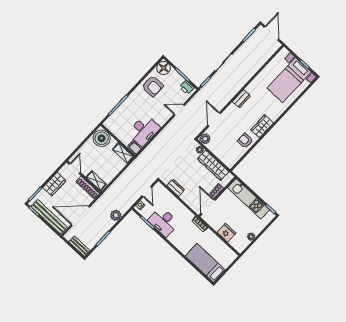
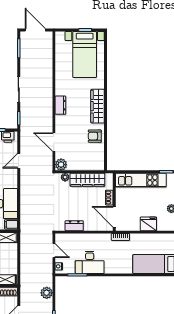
wardrobe: (262, 126) -> (98, 106), width x1.50

